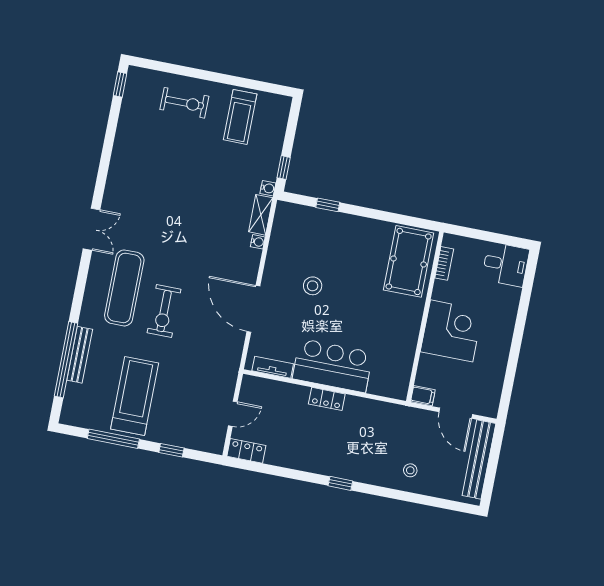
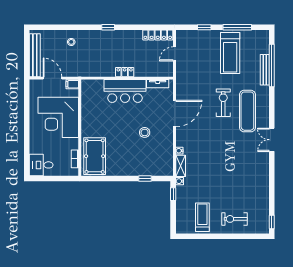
door: (253, 309) -> (174, 114), hinge flipped
corner desk: (452, 331) -> (58, 117), width x1.36, depth x1.36
locker: (246, 451) -> (158, 35), width x1.53

